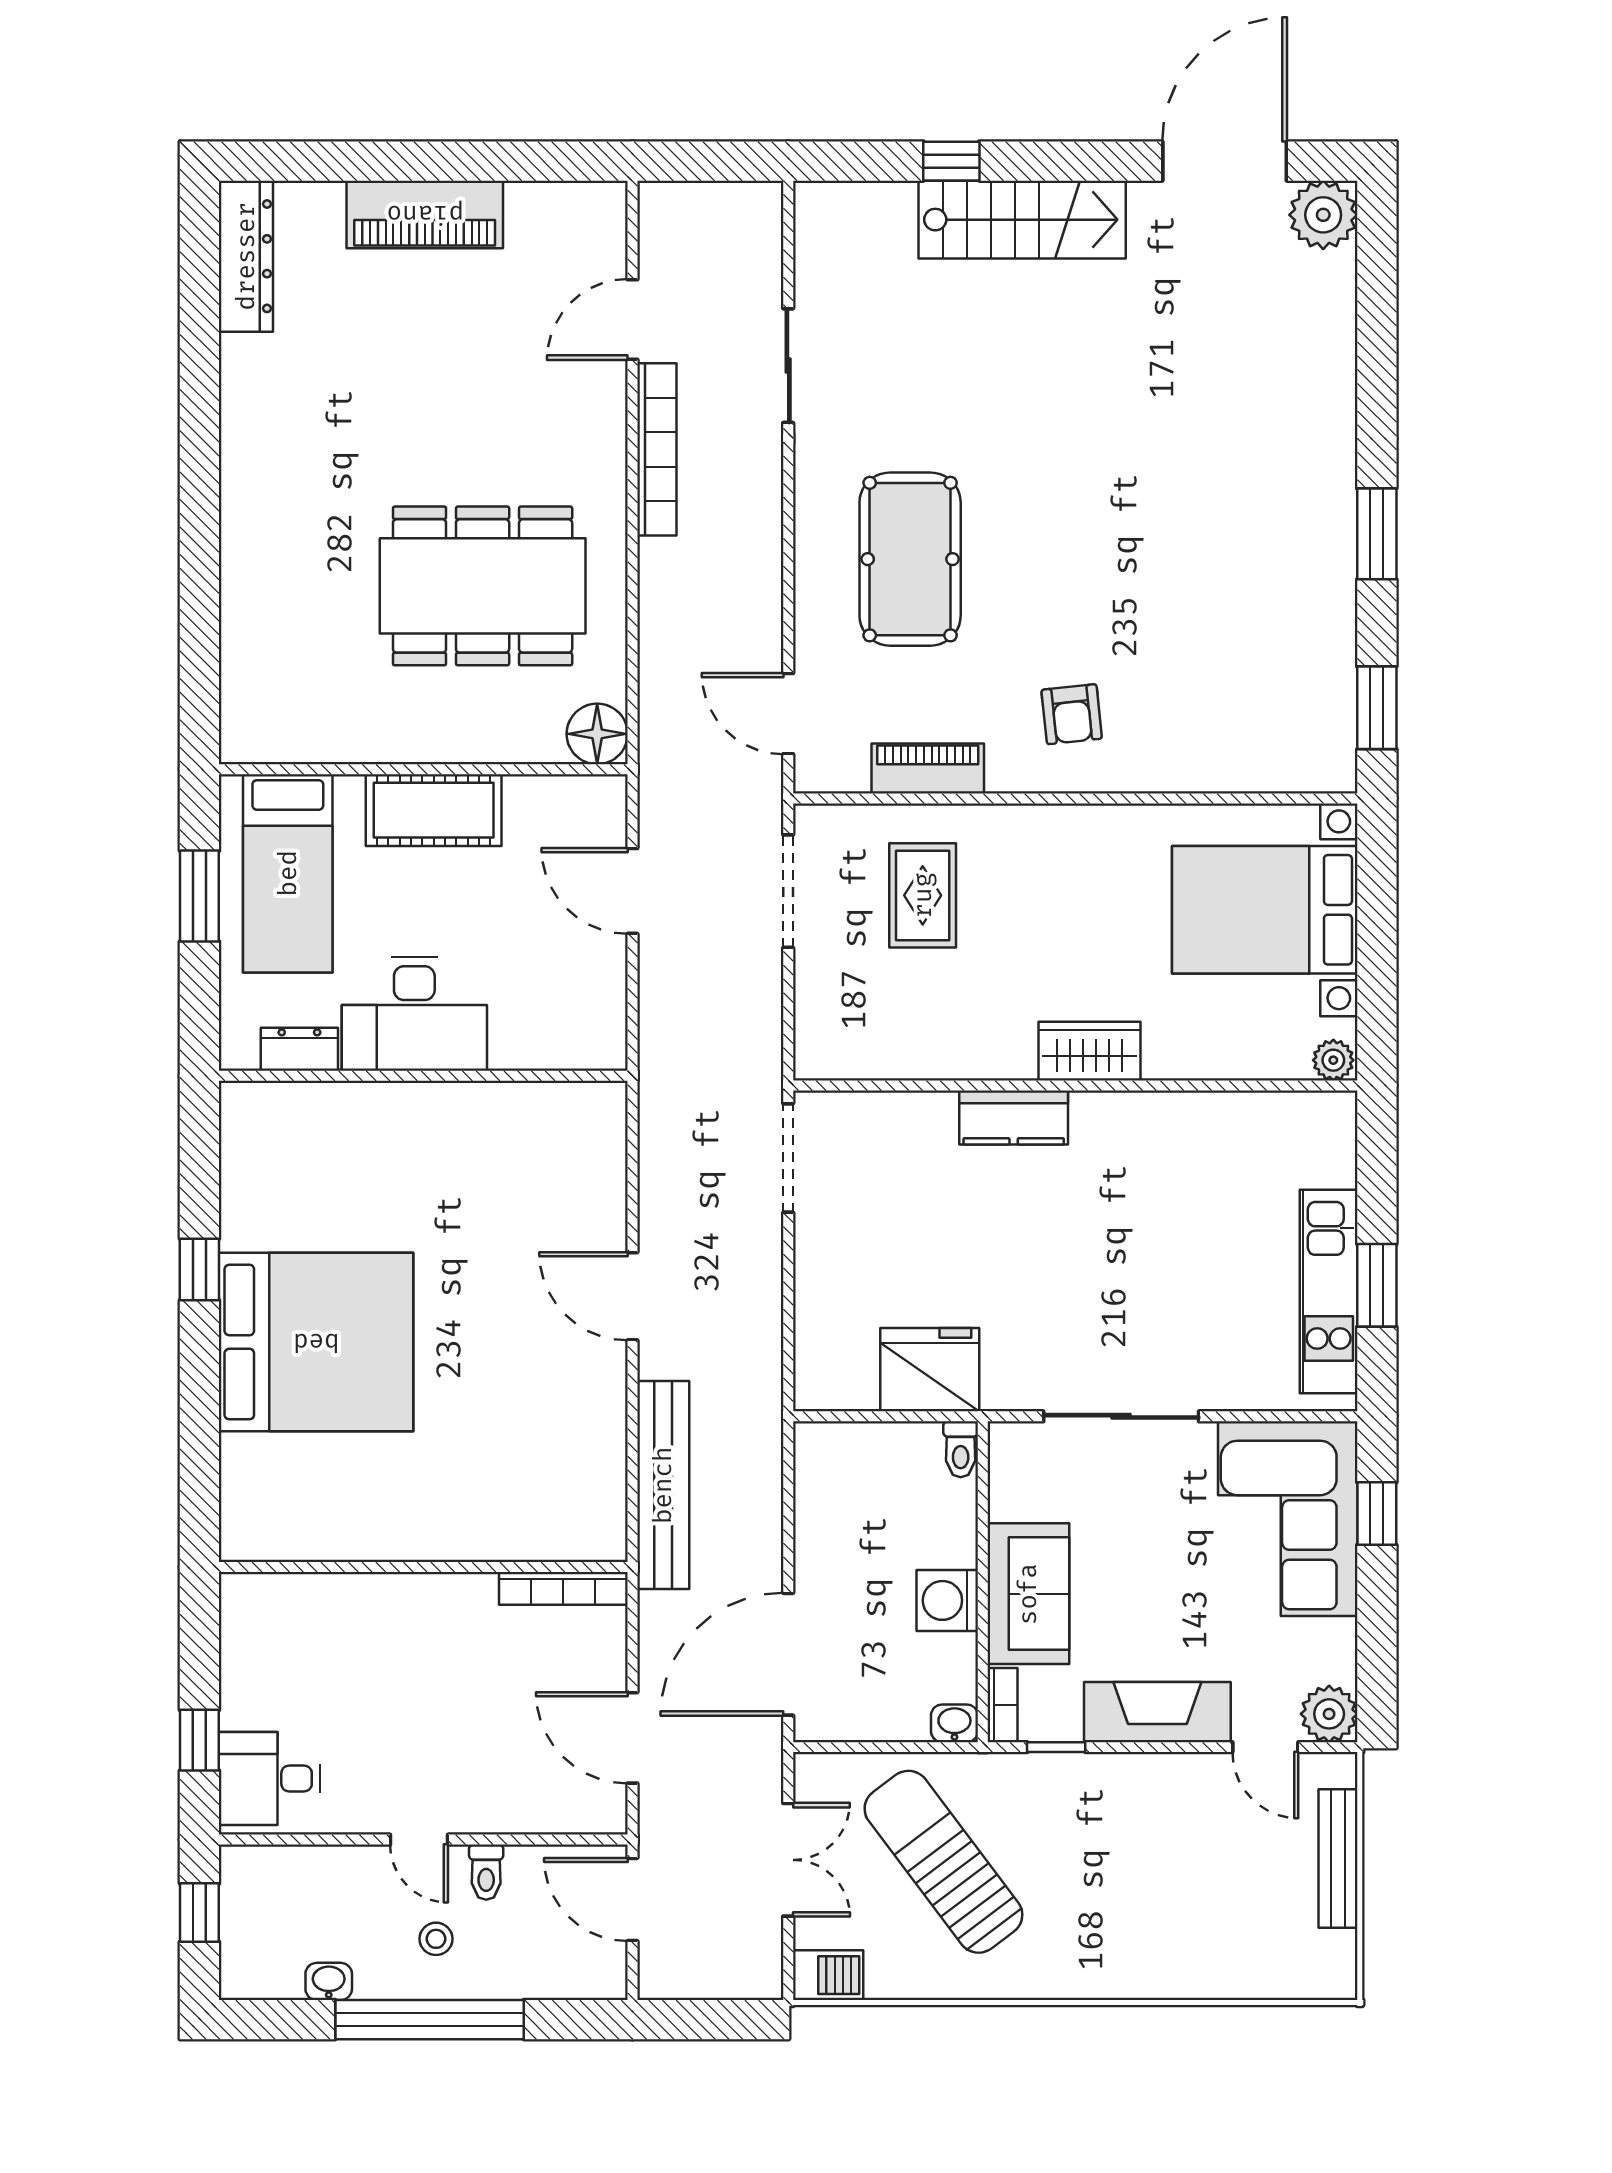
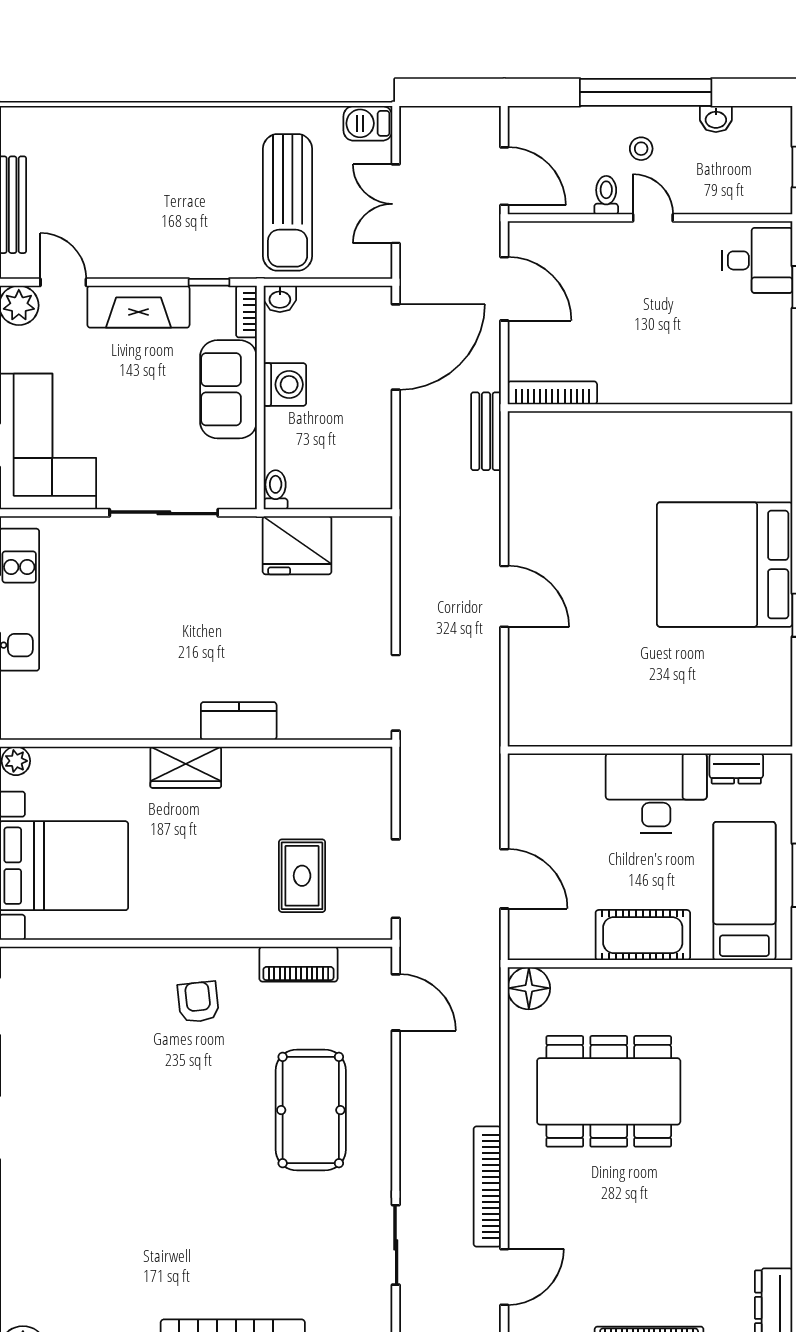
bench: (663, 1485) -> (486, 431), width x0.54, depth x0.82
sun lounger: (943, 1862) -> (288, 202), turned 37

